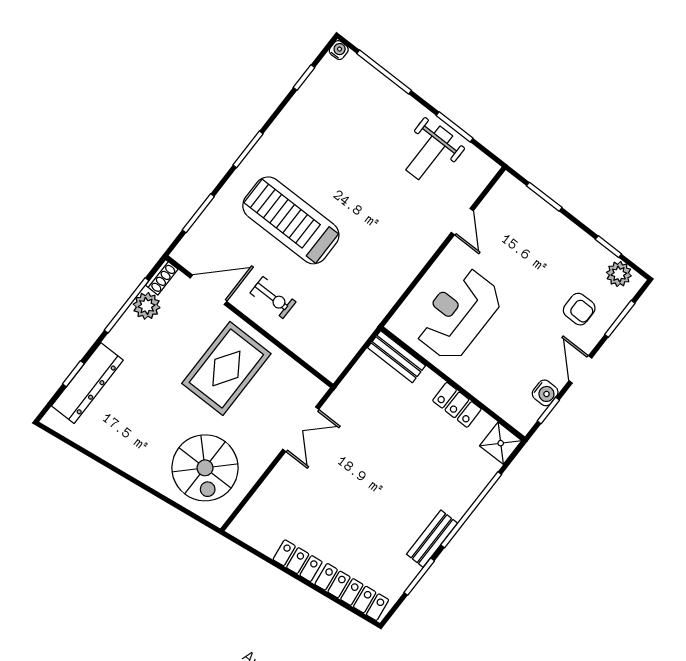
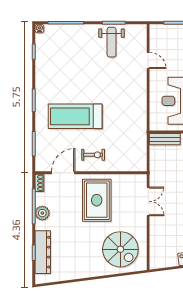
plant: (147, 306) -> (42, 213), moved

